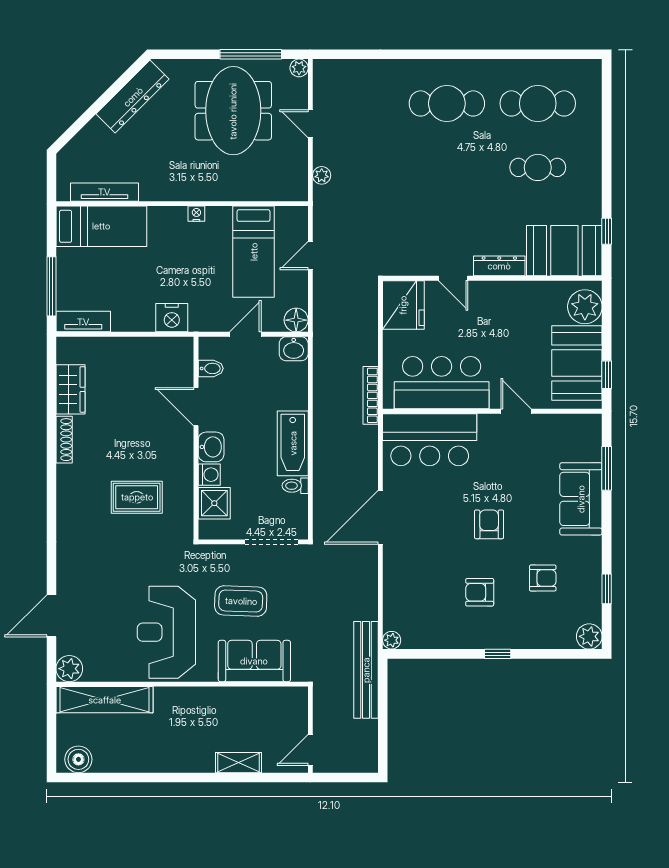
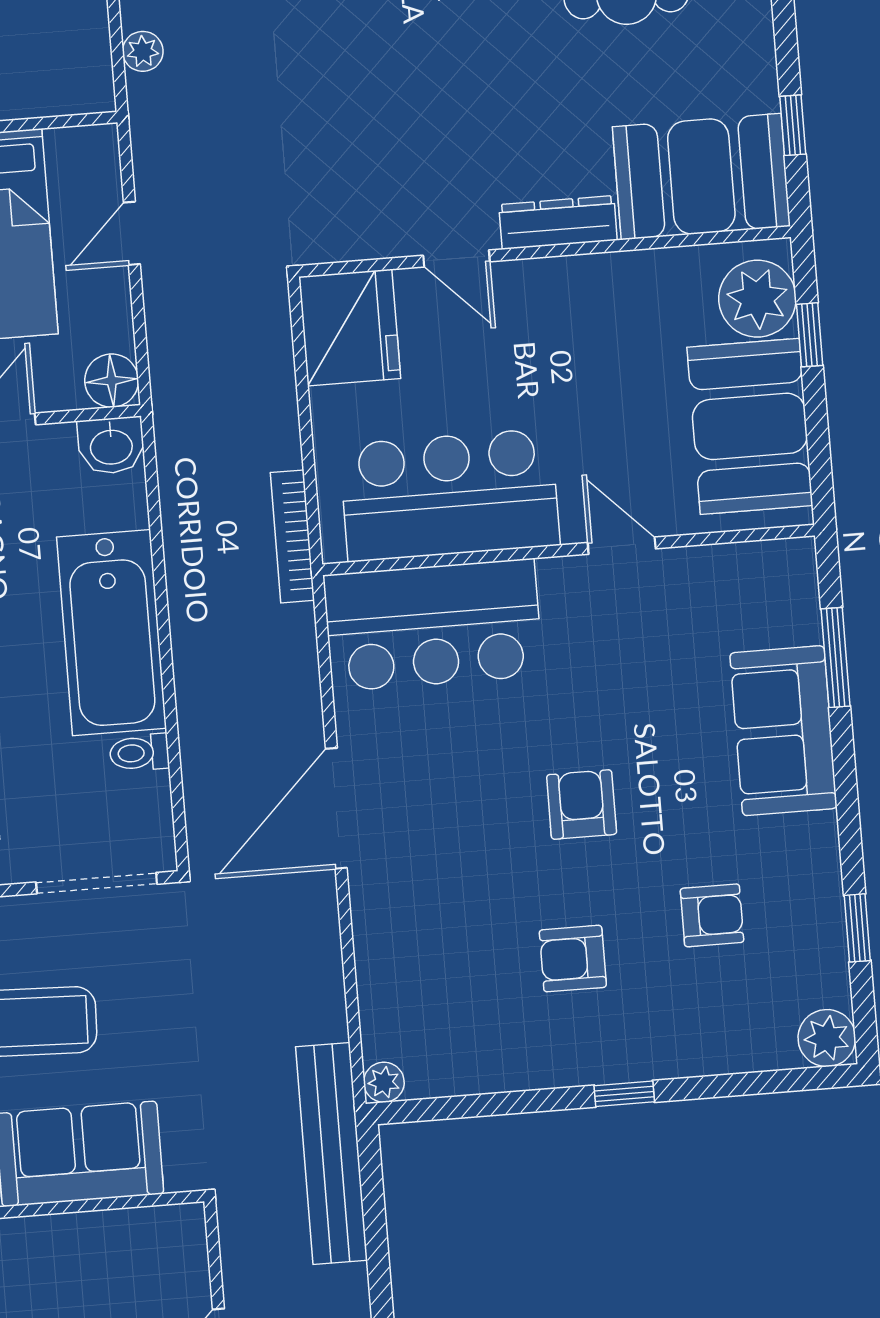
window: (607, 375) -> (810, 335), moved
bathtub: (293, 443) -> (112, 633), width x1.36, depth x1.36

